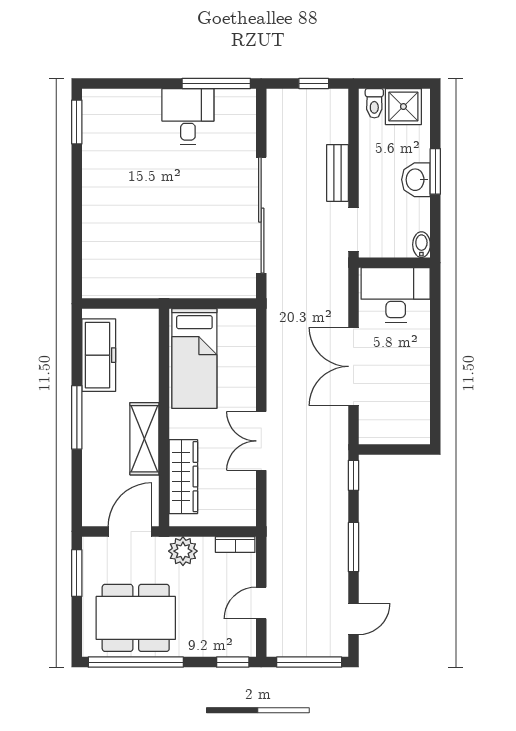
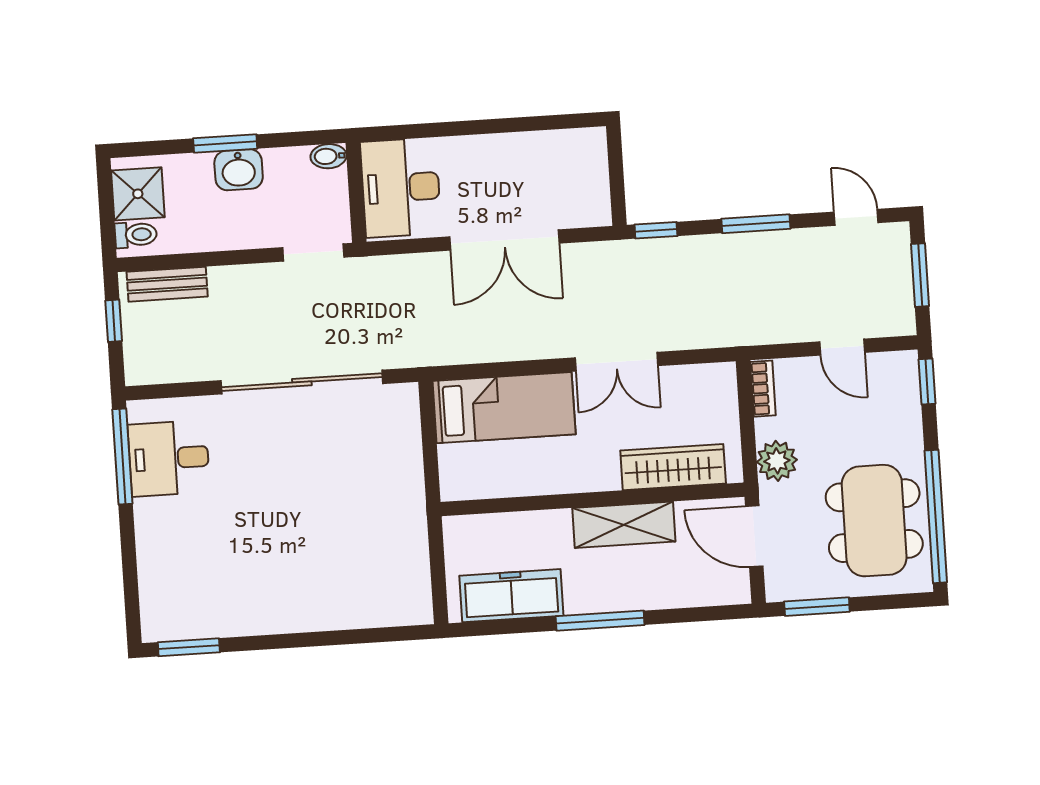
desk: (188, 117) -> (169, 458), moved
bench: (337, 173) -> (167, 284), moved
bed: (194, 359) -> (504, 408), moved
window: (309, 662) -> (920, 275), width x0.69

